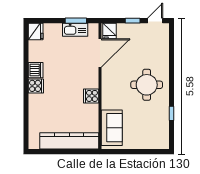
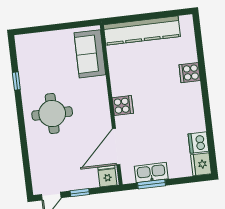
dishwasher: (36, 70) -> (198, 143), moved
cooker: (36, 86) -> (190, 73), moved
cooker: (91, 96) -> (123, 106), moved

